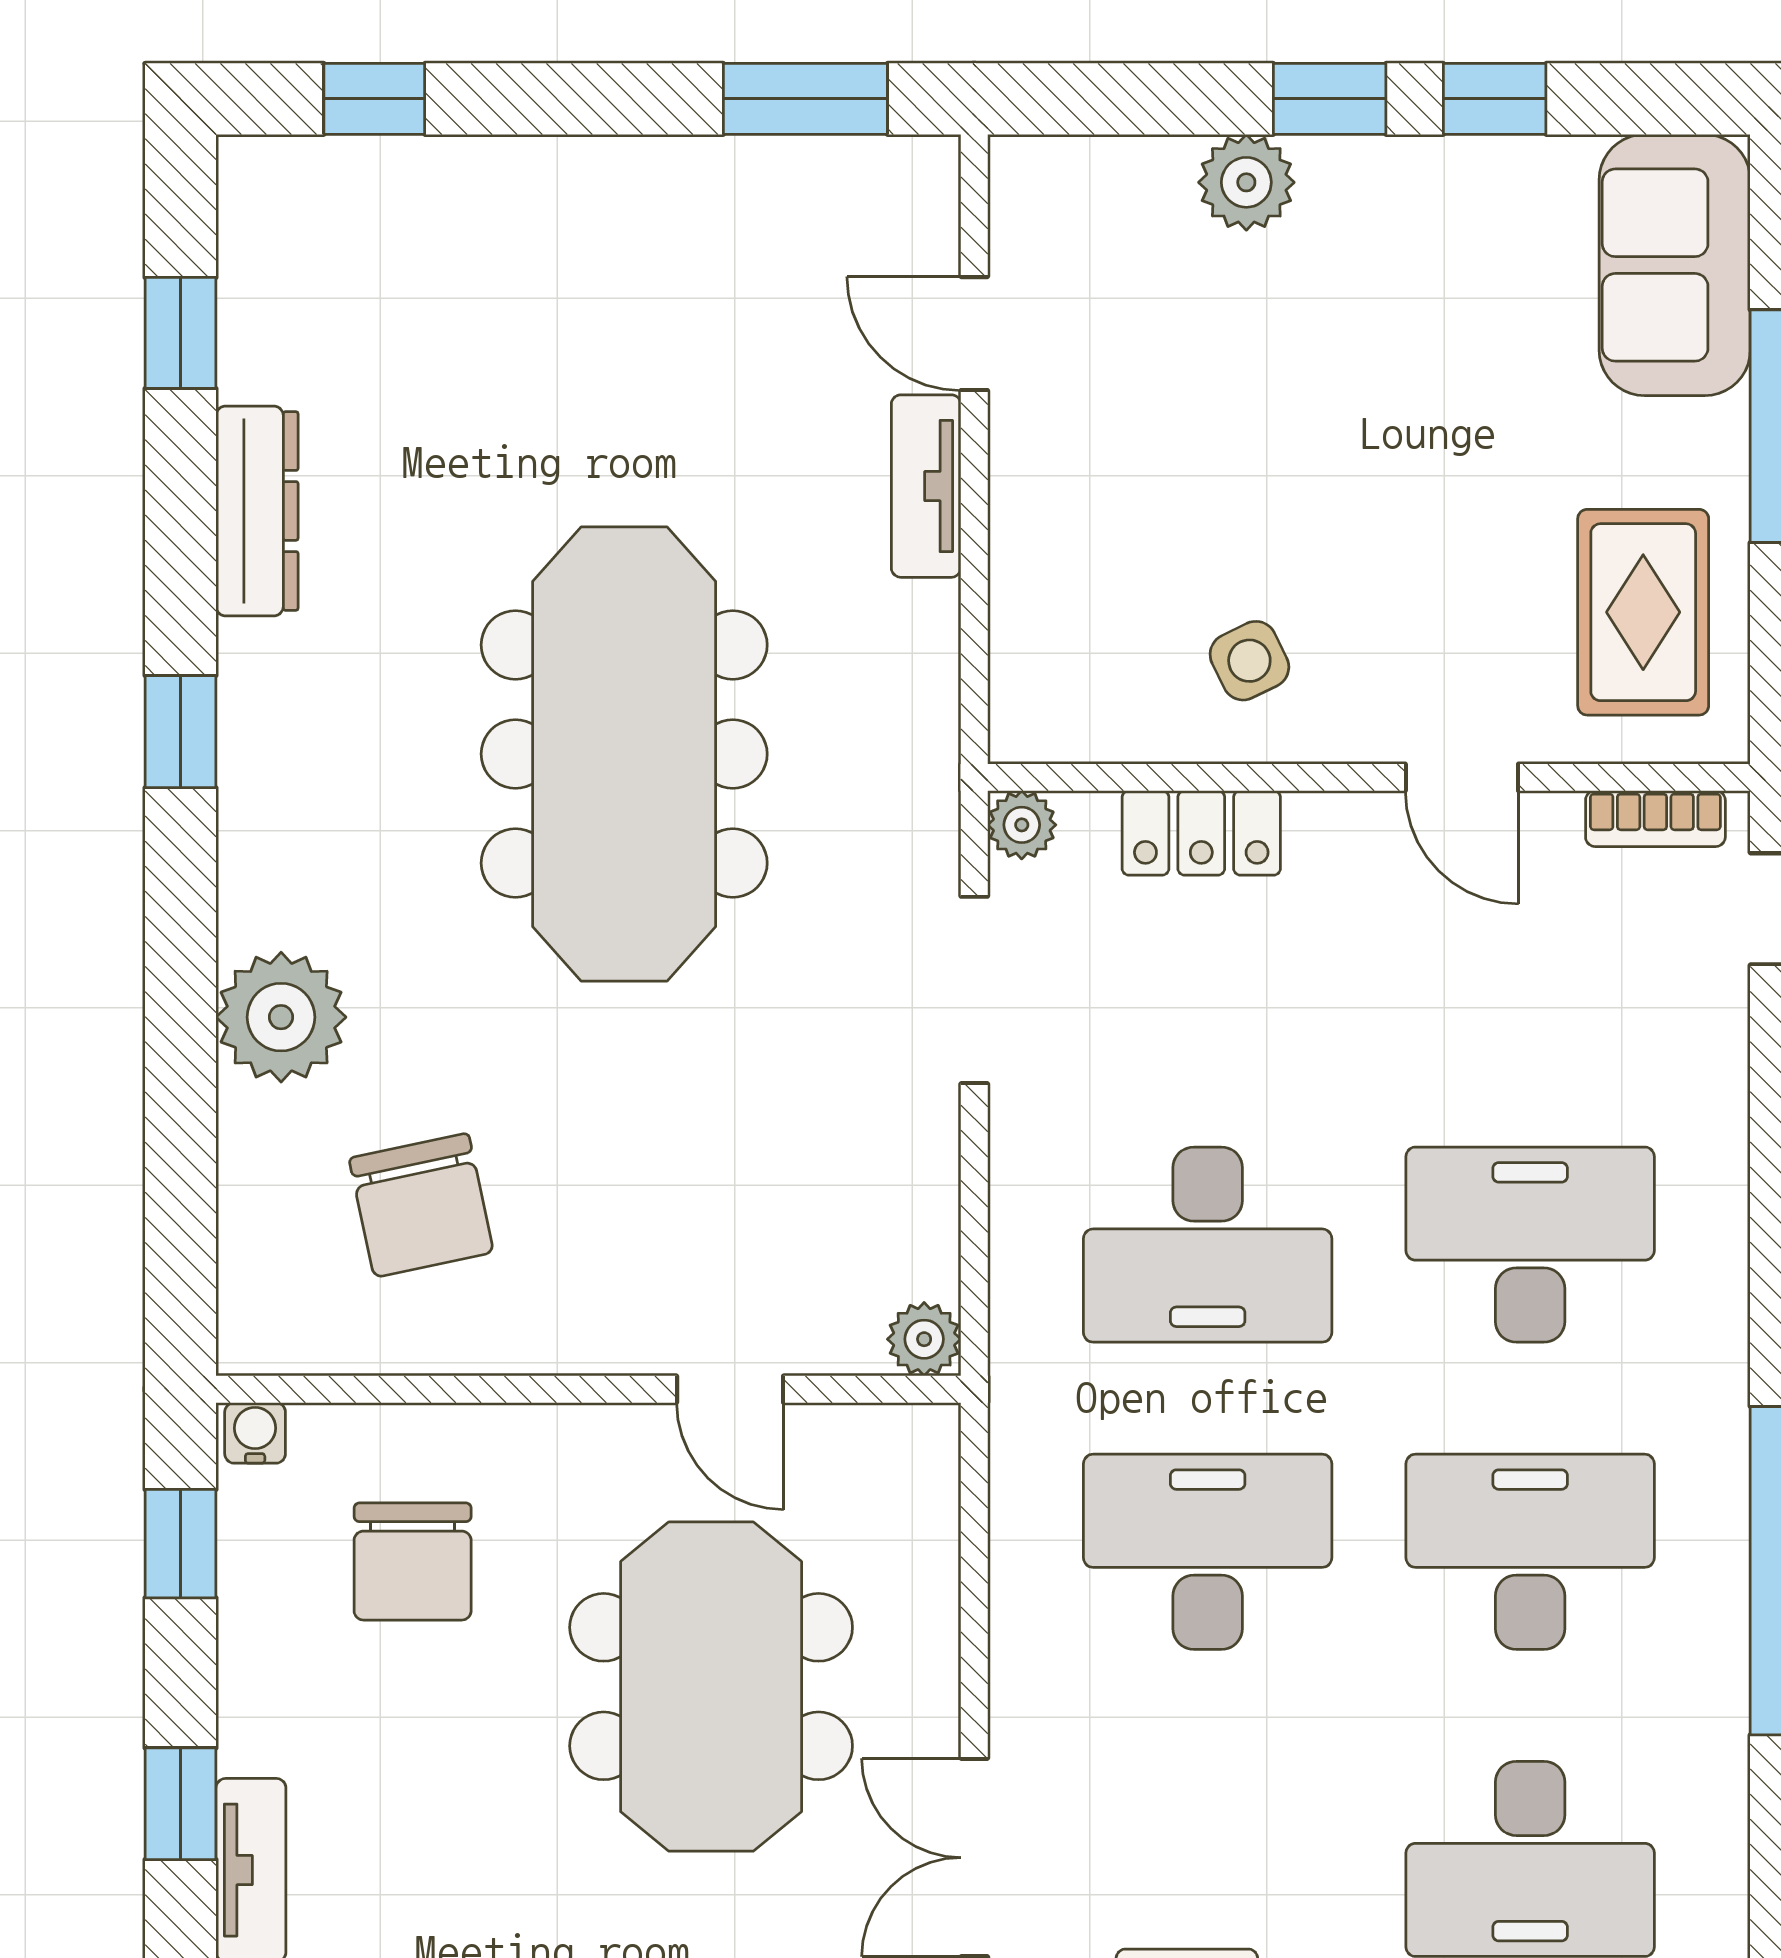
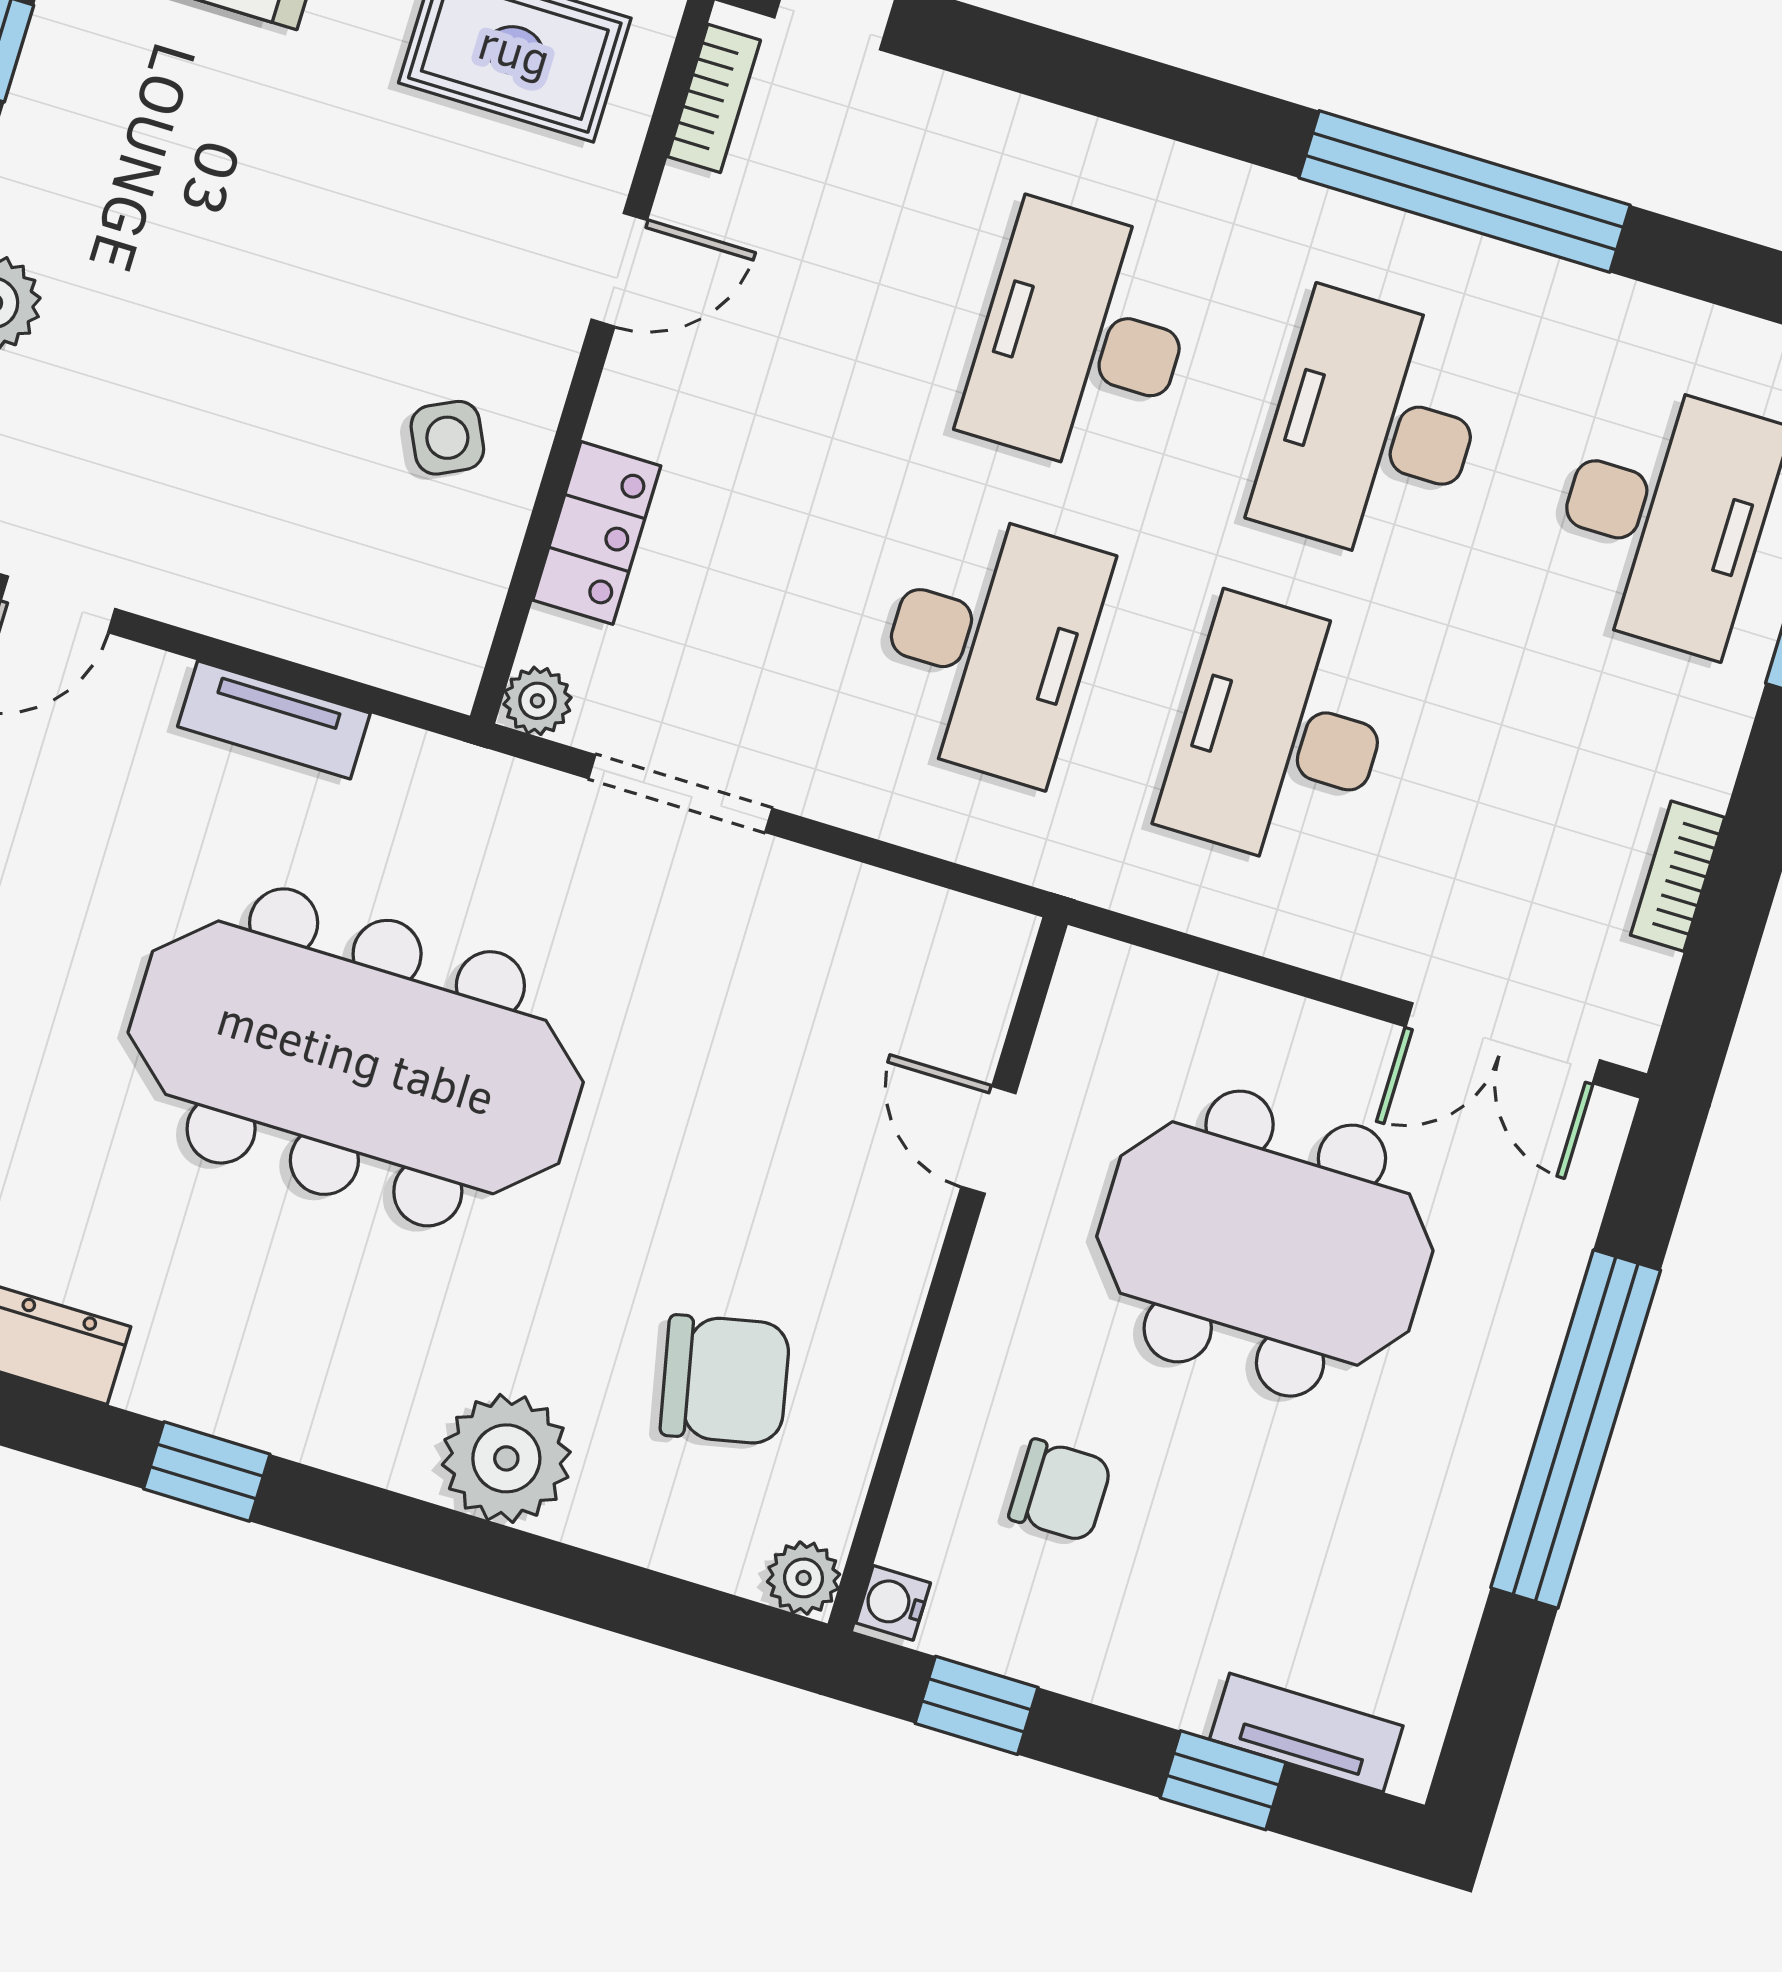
tv unit: (926, 486) -> (274, 720), moved
plant: (924, 1339) -> (804, 1578), moved
door: (730, 1389) -> (989, 1140), swing flipped
chair: (413, 1562) -> (1060, 1490), width x0.73, depth x0.73

